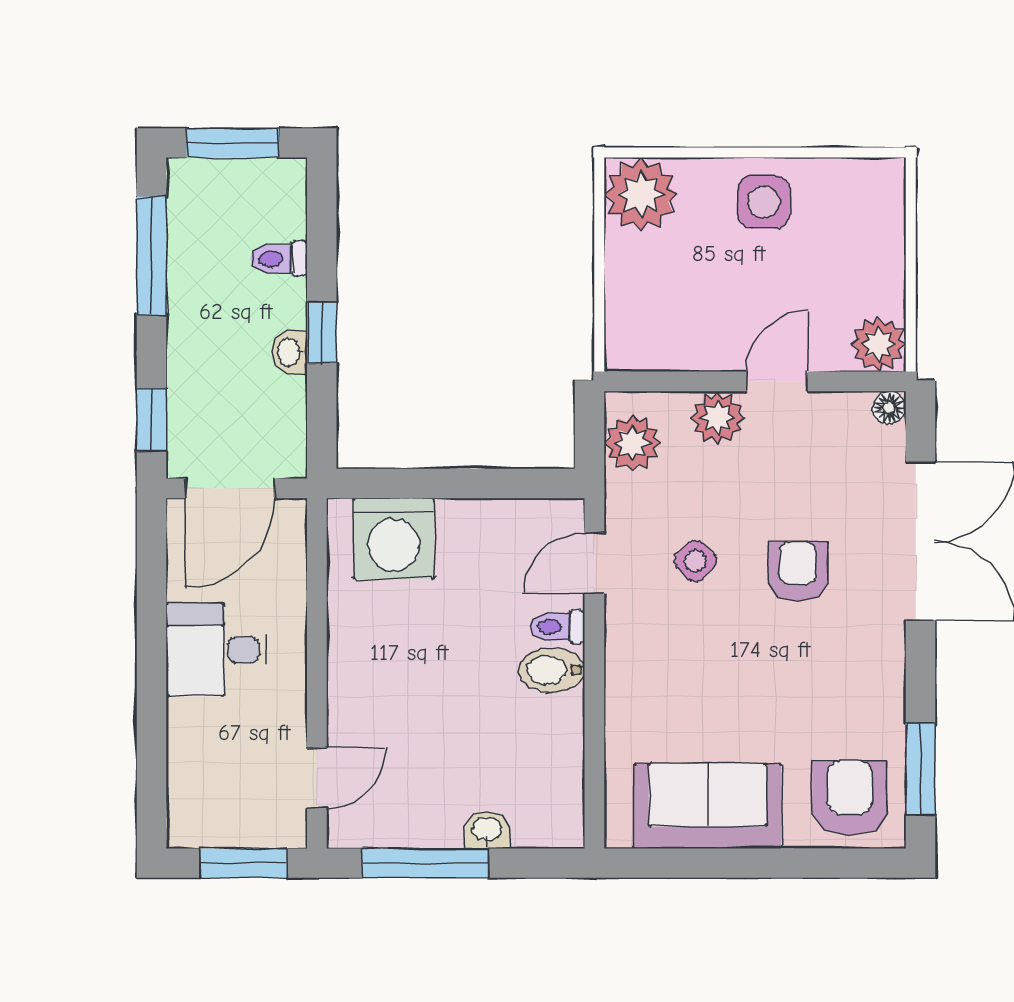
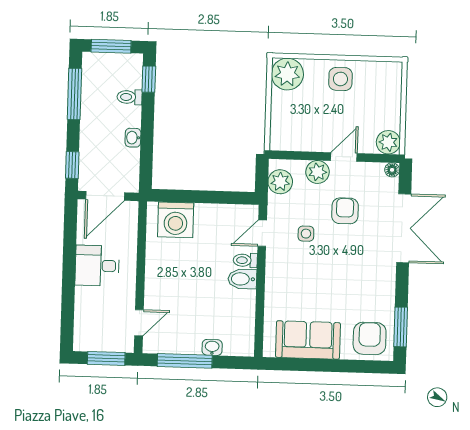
window: (322, 333) -> (149, 79), moved
side table: (695, 561) -> (306, 234), turned 45
armchair: (798, 571) -> (345, 211), moved

